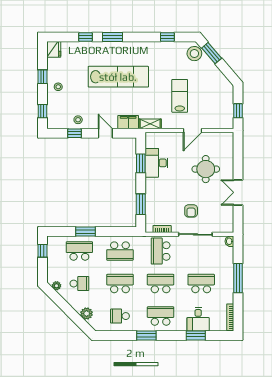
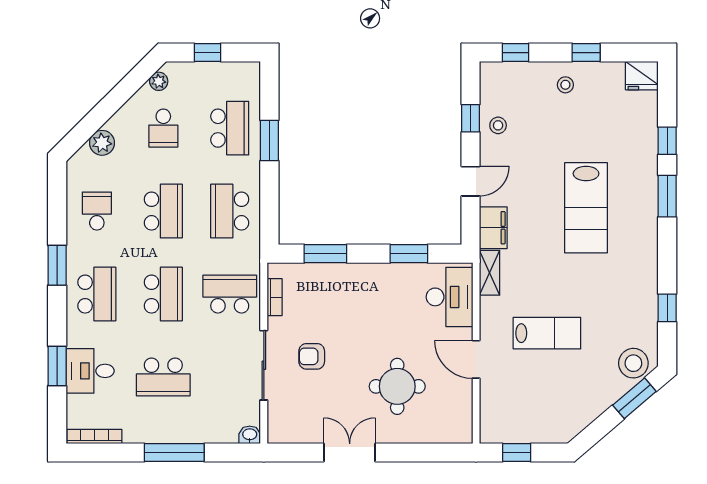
lab bench: (118, 77) -> (586, 208), width x0.73
desk: (157, 163) -> (449, 297), moved, turned 90
window: (42, 251) -> (208, 53), moved
school desk: (201, 284) -> (163, 377), turned 90

